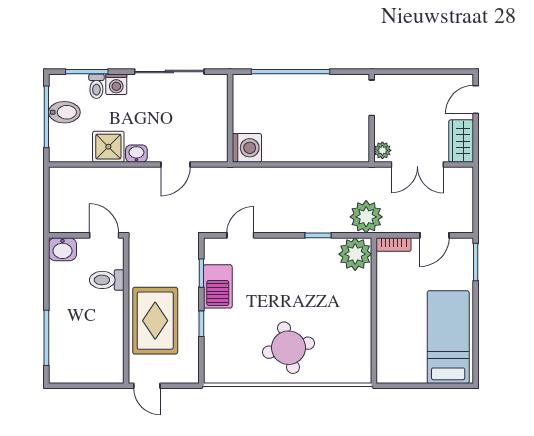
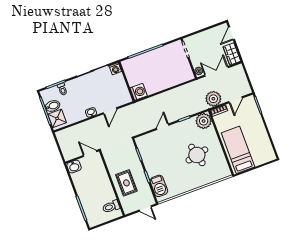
washing machine: (116, 84) -> (115, 69), moved
shower: (108, 147) -> (57, 118), moved
double door: (417, 164) -> (216, 71), swing flipped
plant: (366, 217) -> (213, 99), moved
door: (240, 235) -> (163, 127), moved
toilet: (107, 280) -> (111, 207), moved
barbecue: (218, 286) -> (159, 186), moved
rug: (155, 321) -> (126, 183), width x0.73, depth x0.70
bed: (448, 337) -> (238, 150), moved
round table: (289, 348) -> (197, 155), moved
door: (147, 386) -> (145, 208), moved

